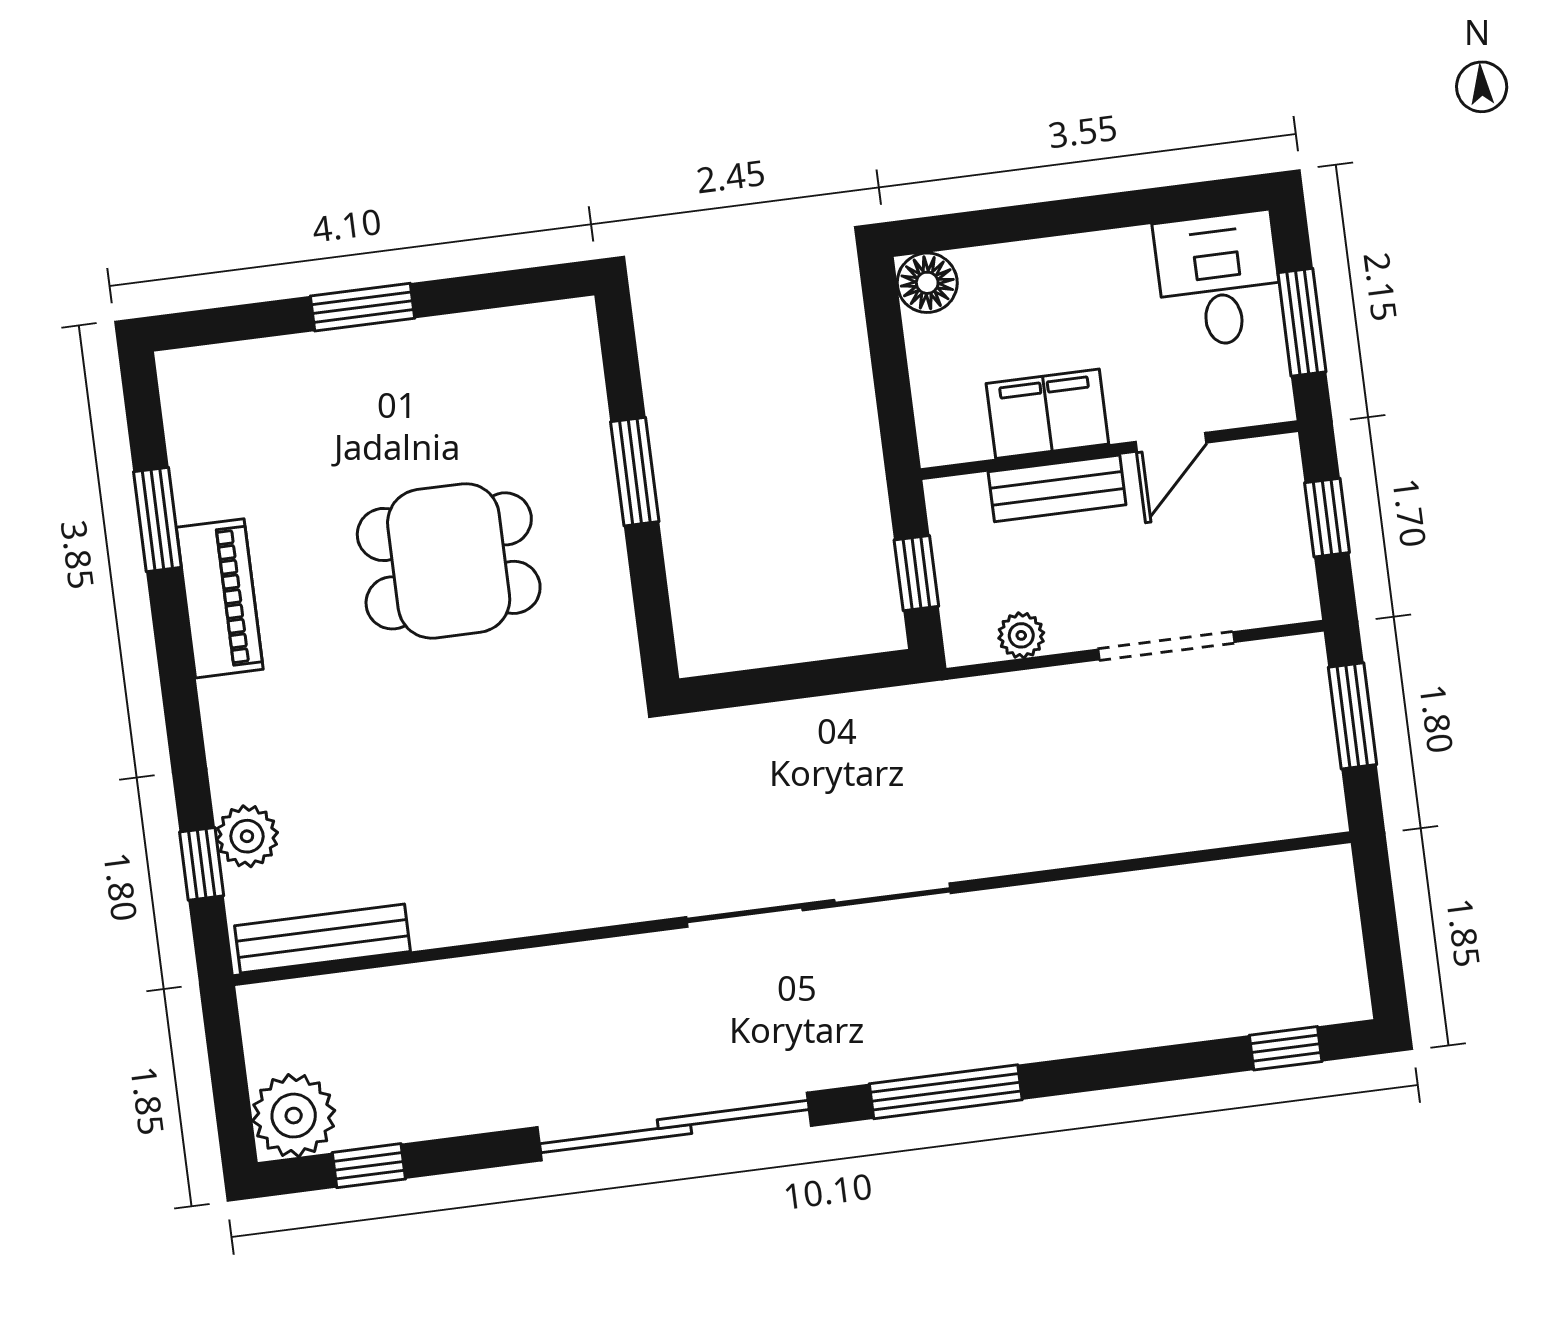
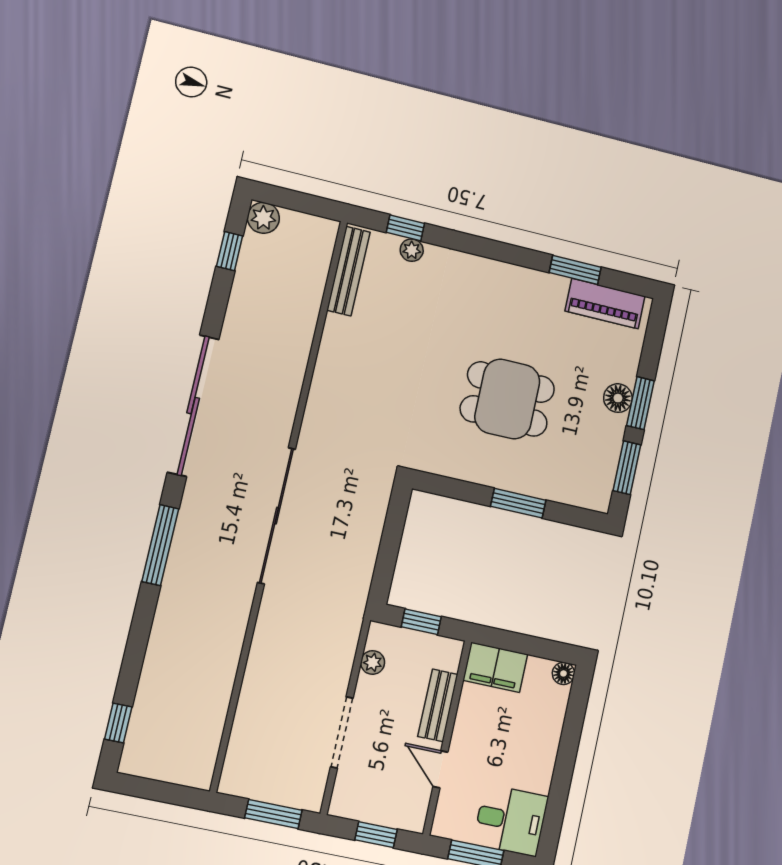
floor lamp: (927, 283) -> (563, 673), width x0.73, depth x0.73
window: (494, 290) -> (627, 468), added
floor lamp: (369, 353) -> (618, 398), added
filing cabinet: (1047, 414) -> (495, 667), moved, turned 90
dining table: (449, 561) -> (507, 399), turned 90
piano: (220, 598) -> (605, 304), moved
plant: (247, 836) -> (412, 250), width x0.73, depth x0.73
plant: (294, 1116) -> (263, 218), width x0.73, depth x0.73

